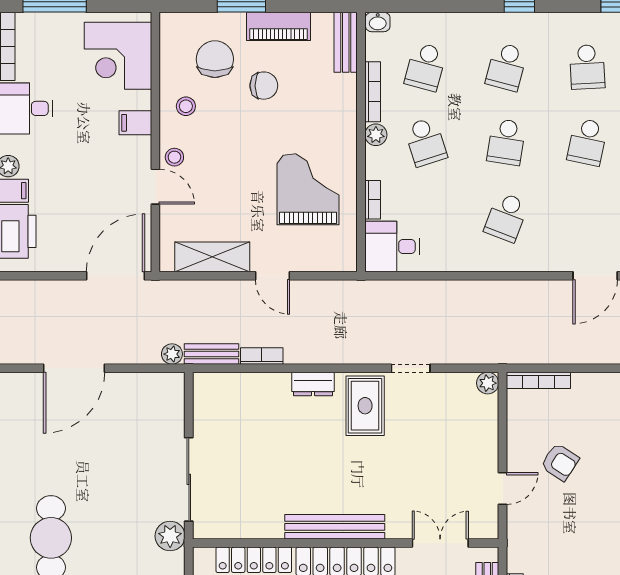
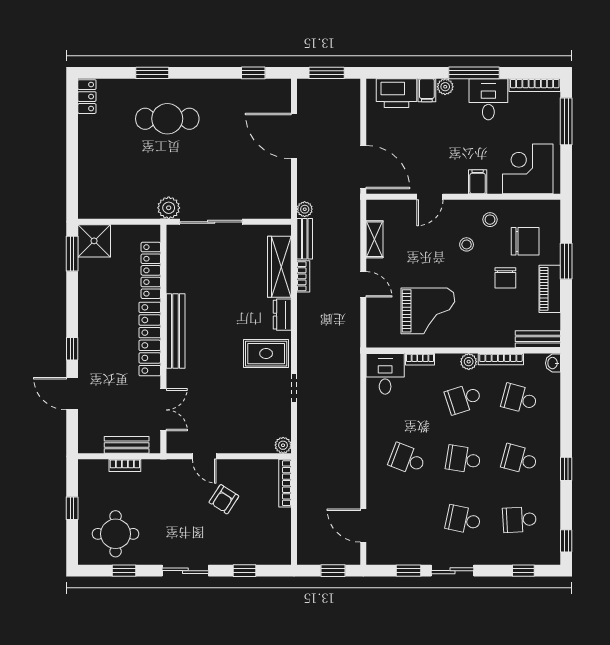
stool: (174, 157) -> (467, 244), moved
shelving: (212, 257) -> (375, 239), width x0.67, depth x0.75
door: (273, 276) -> (363, 284), swing flipped
wardrobe: (249, 388) -> (279, 267), added

